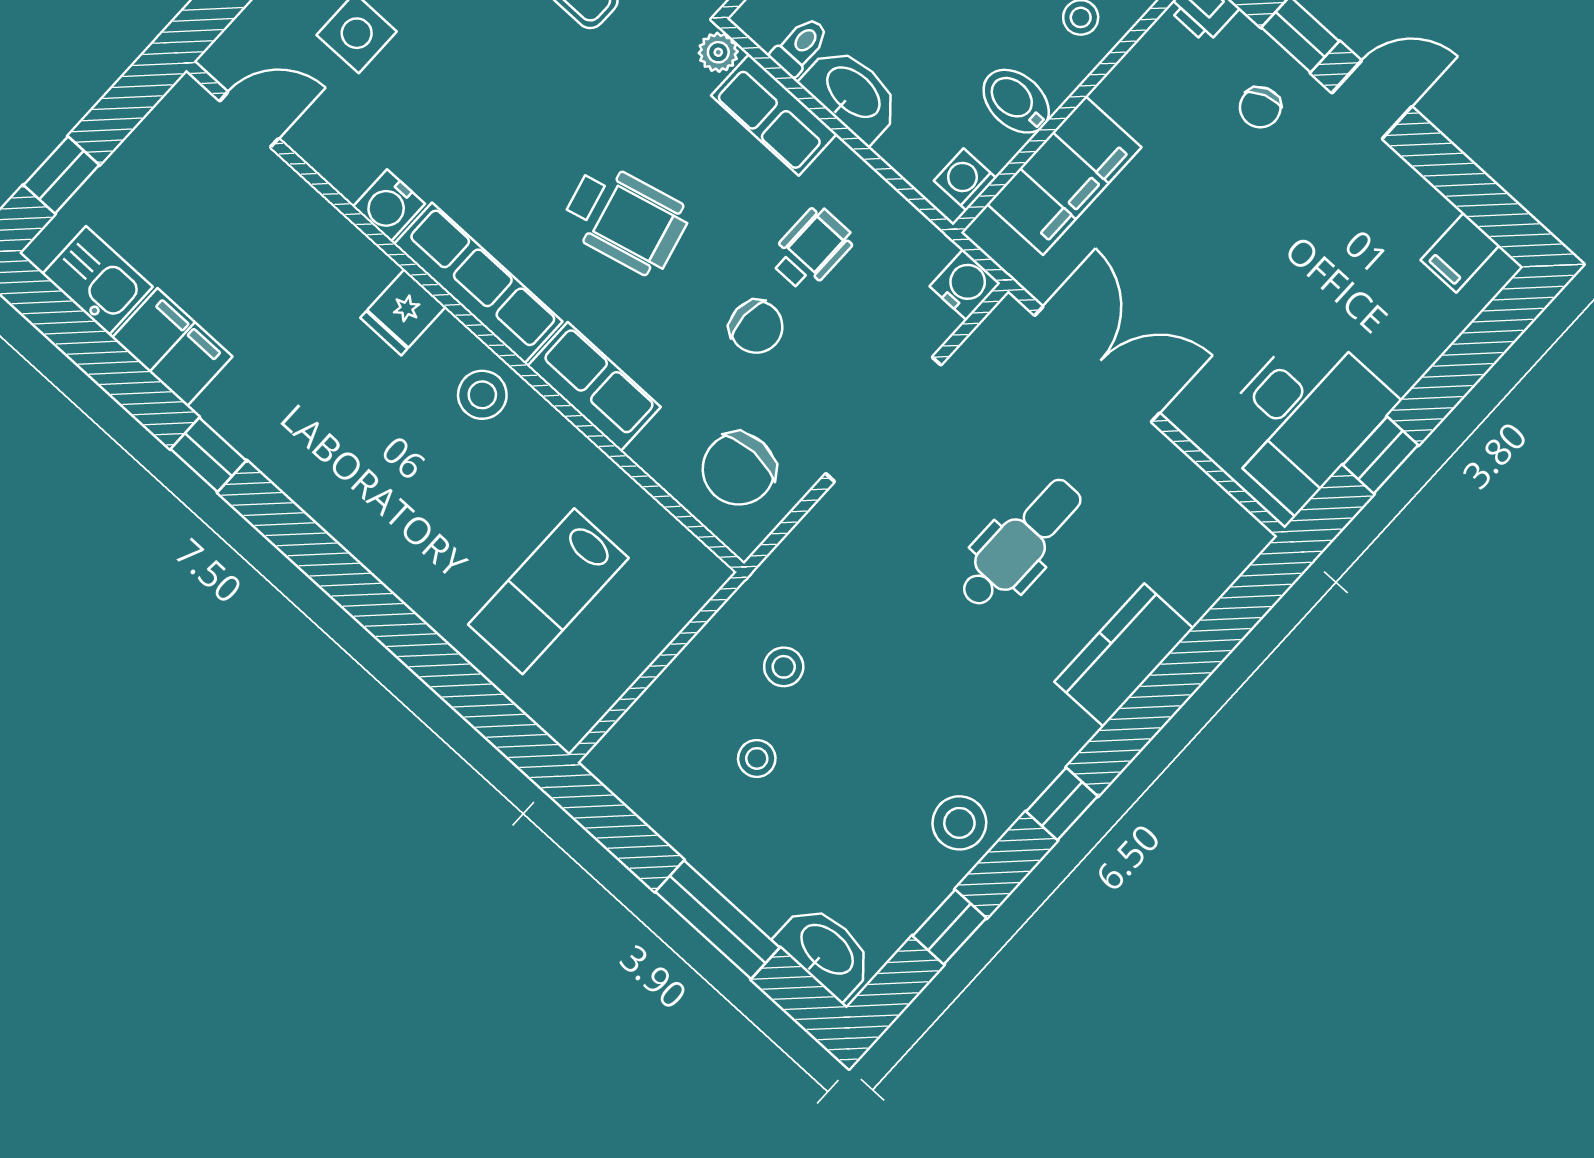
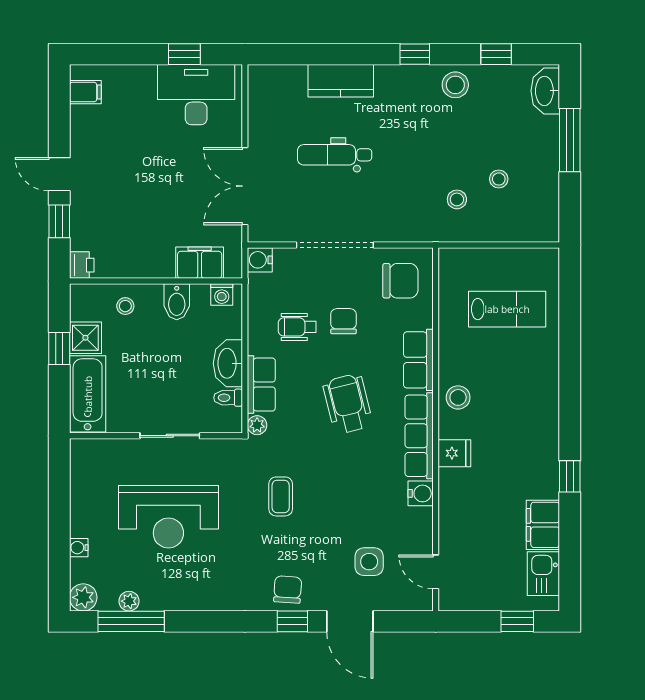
chair: (1260, 107) -> (99, 212), removed
filing cabinet: (1064, 176) -> (200, 263), width x0.67, depth x0.86

